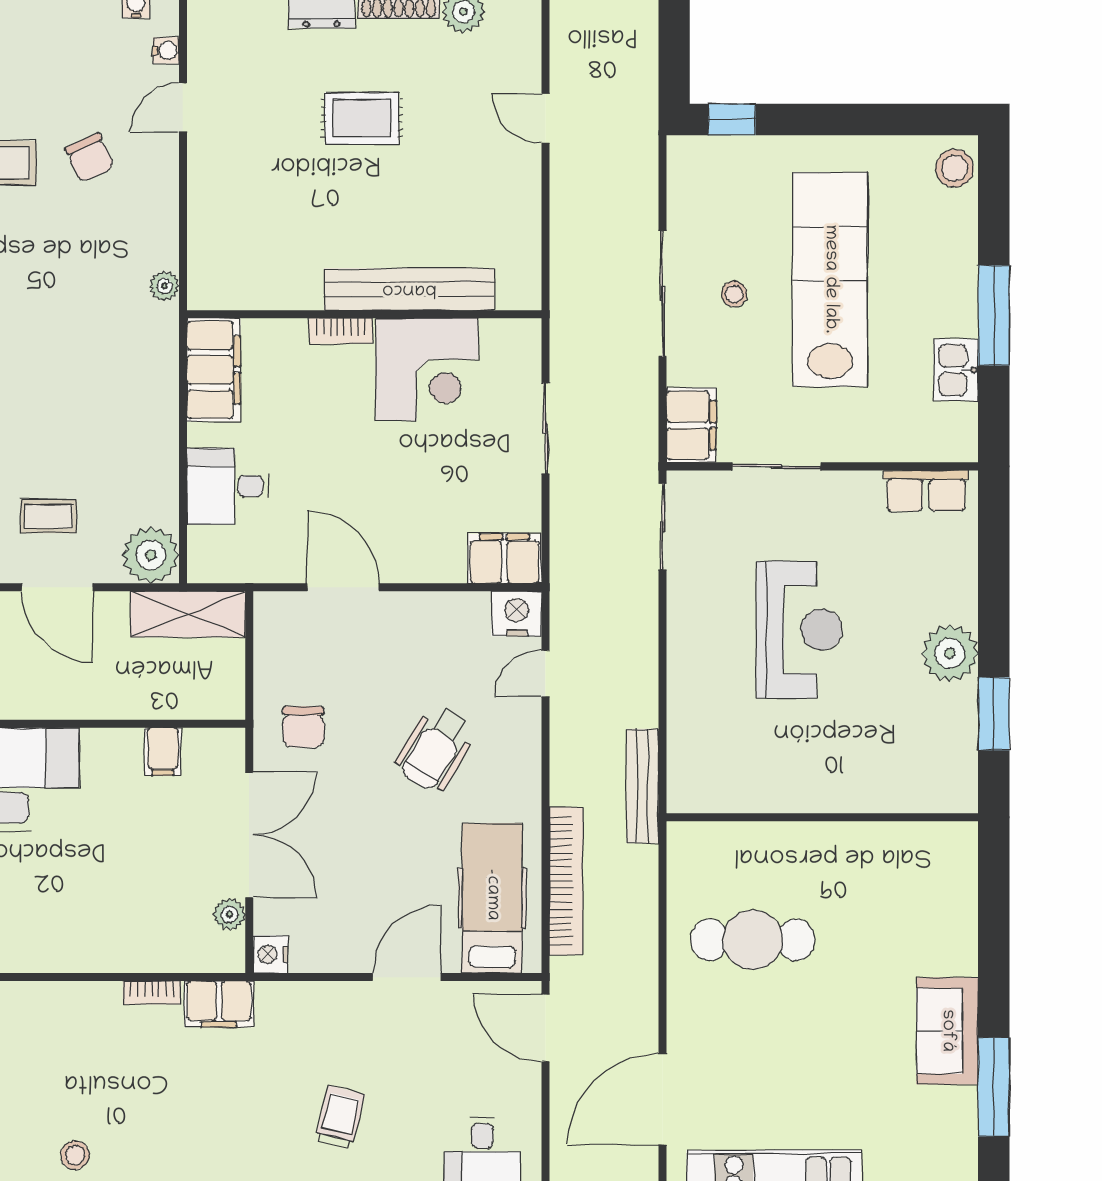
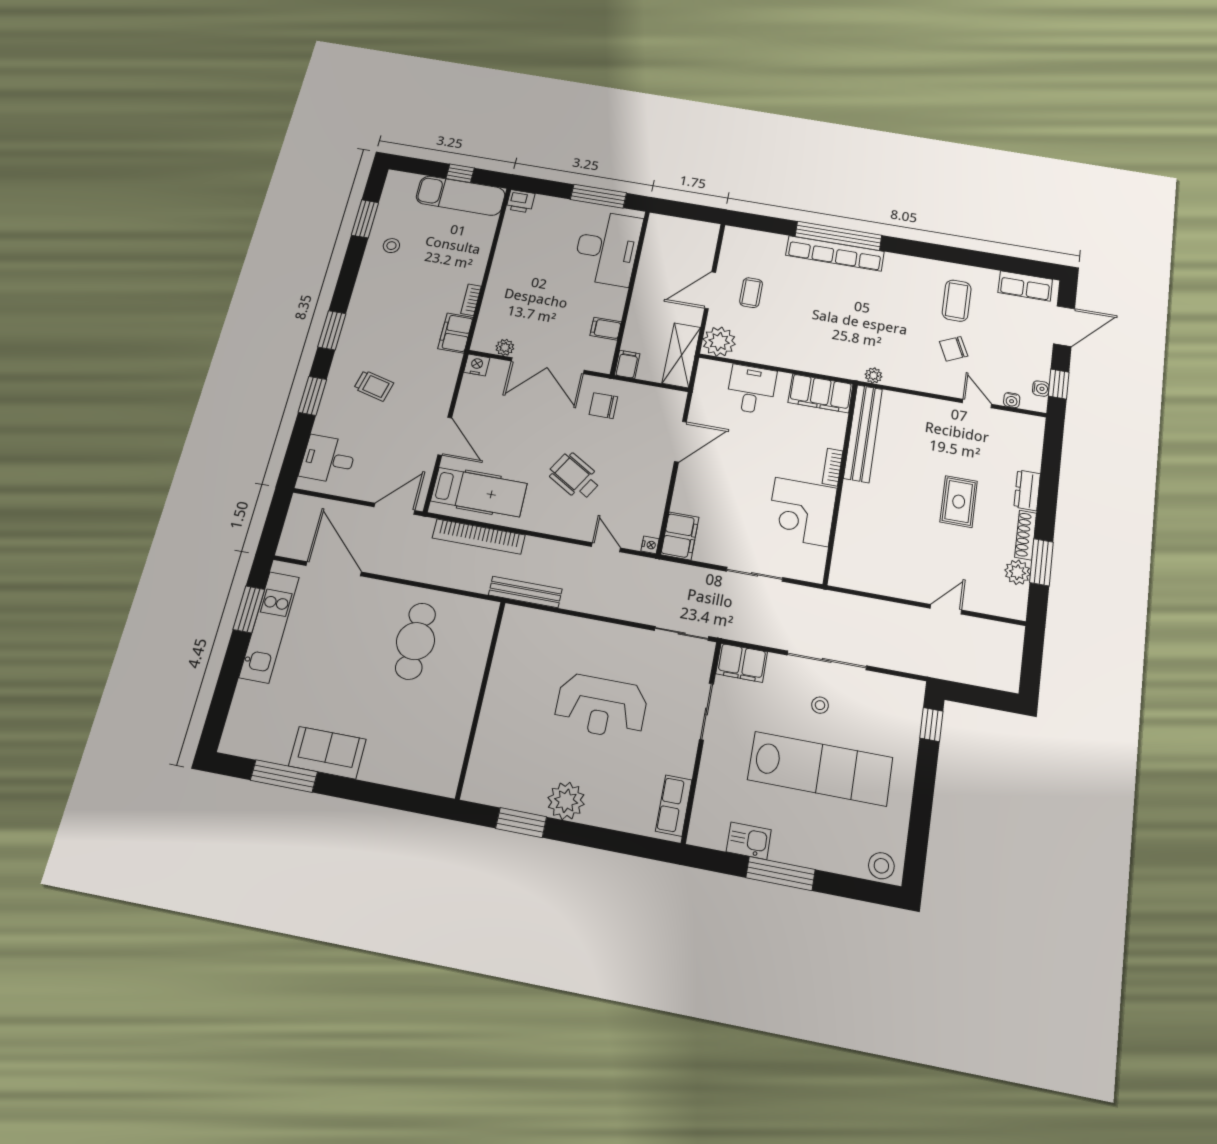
bench: (409, 289) -> (863, 433), moved
nightstand: (517, 614) -> (650, 545), width x0.53, depth x0.56
filing cabinet: (222, 702) -> (627, 364), added

